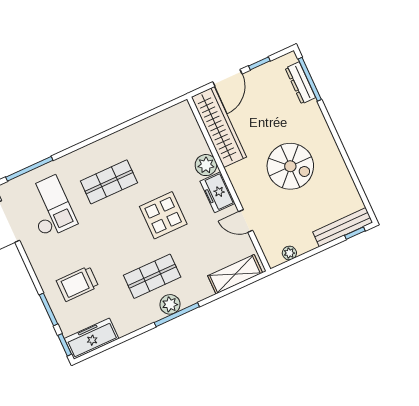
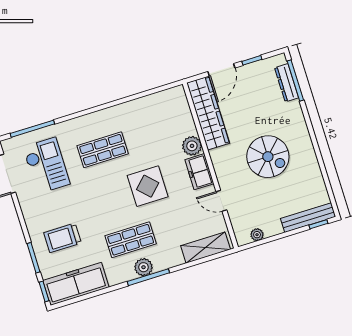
freezer: (92, 339) -> (76, 284), width x1.36, depth x1.26

